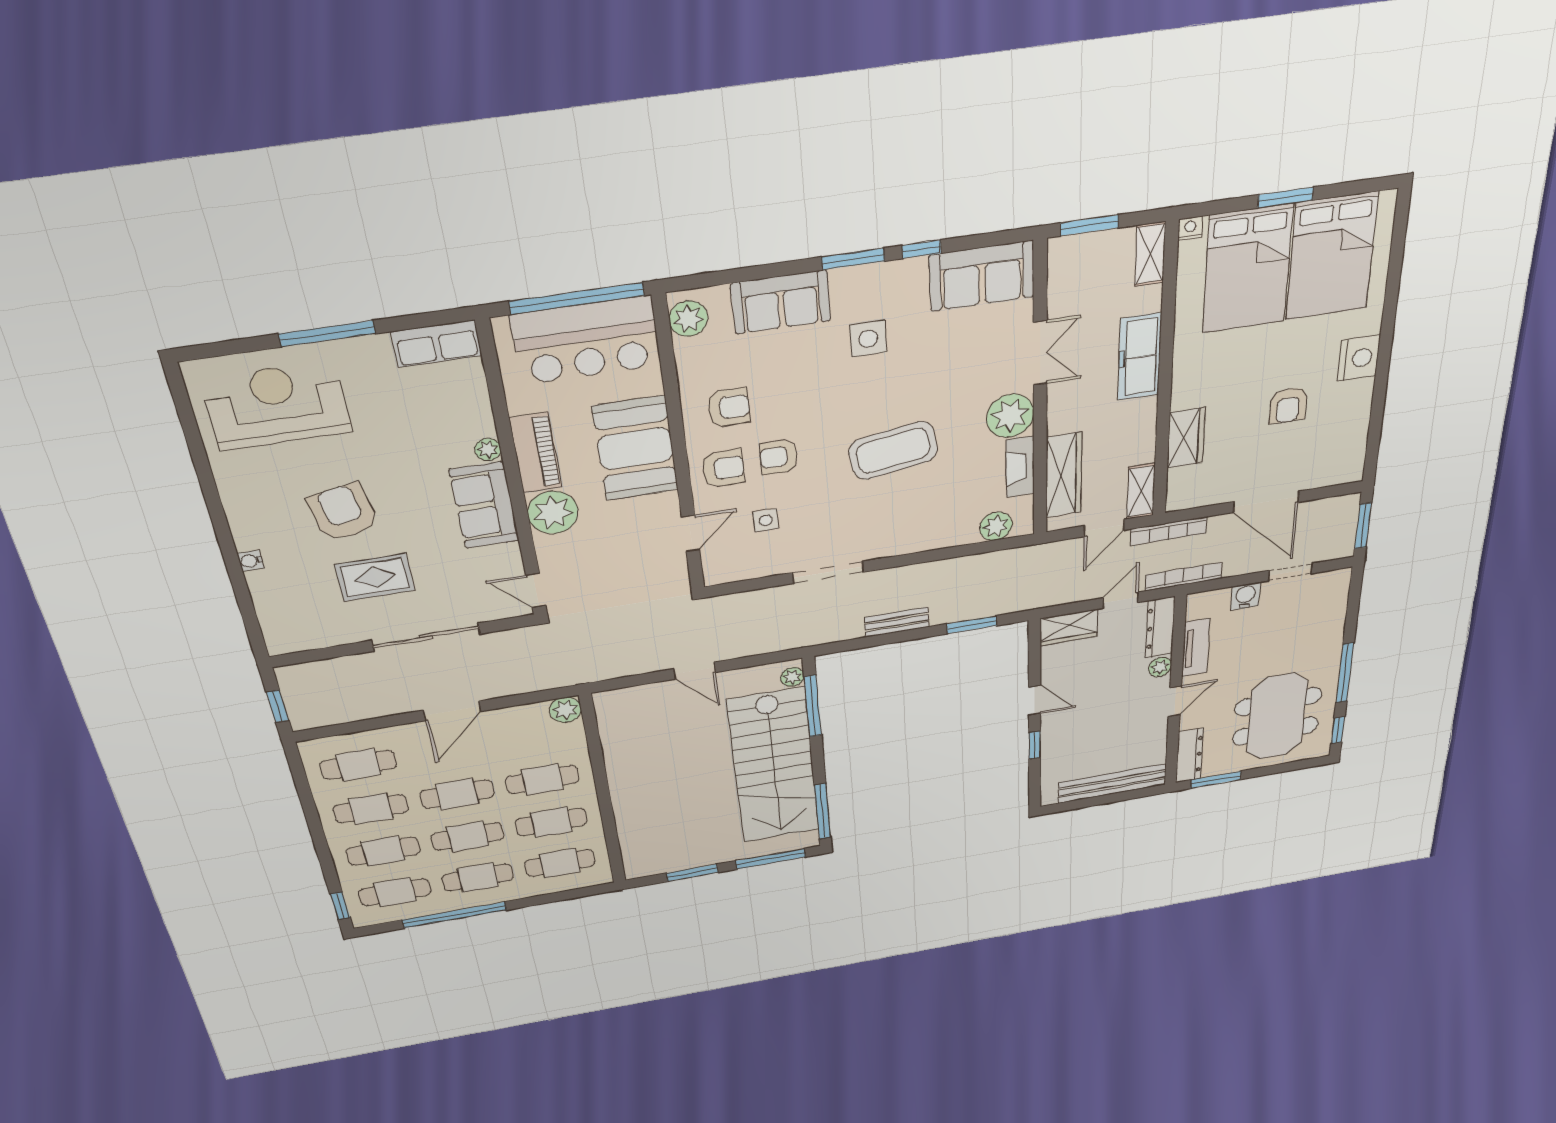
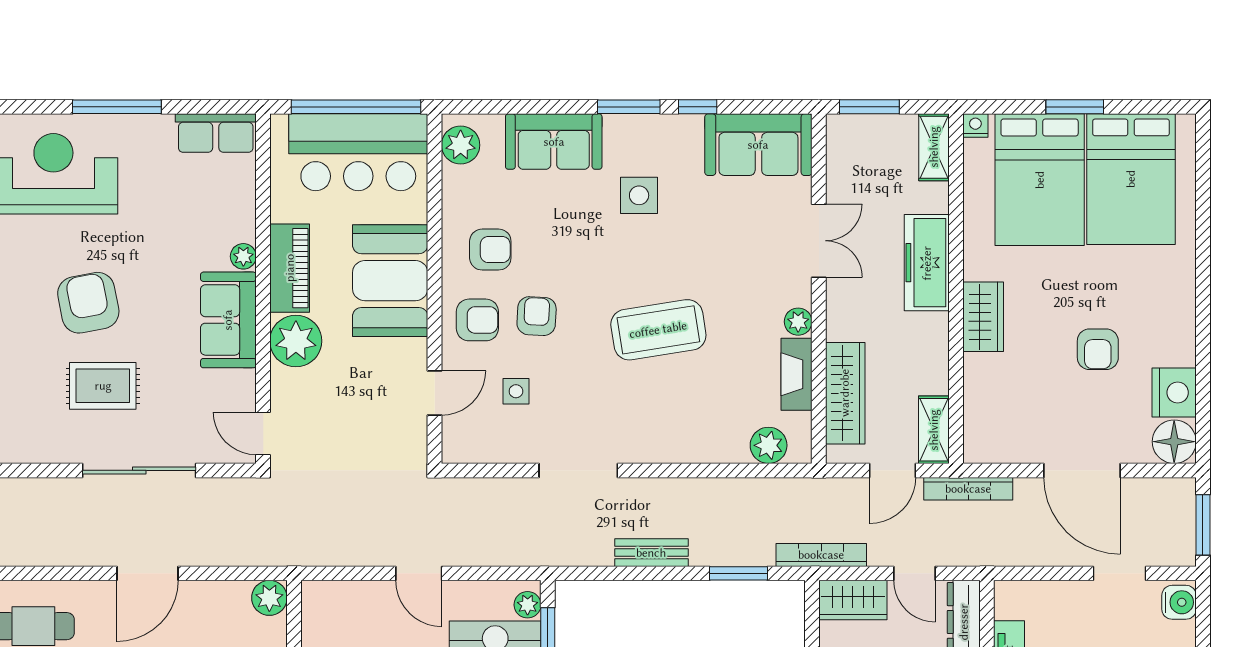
nightstand: (1359, 358) -> (1174, 393), moved
plant: (1010, 416) -> (798, 322), width x0.53, depth x0.53
wardrobe: (1186, 438) -> (983, 317), moved
armchair: (779, 457) -> (537, 316), turned 93
floor lamp: (1346, 468) -> (1174, 442), added
bookcase: (1184, 577) -> (821, 555), moved
water cooler: (1245, 596) -> (1179, 602), moved, turned 90
door: (1121, 600) -> (914, 573), swing flipped

